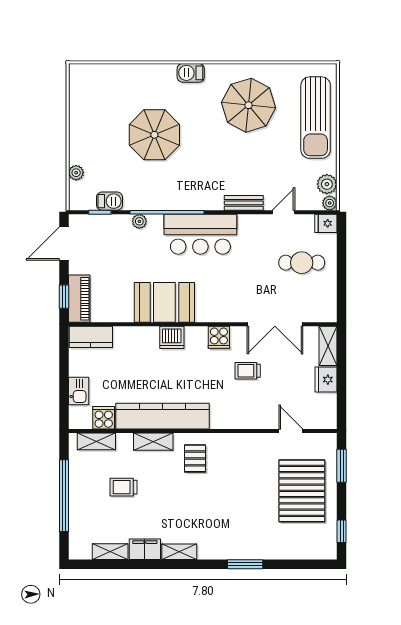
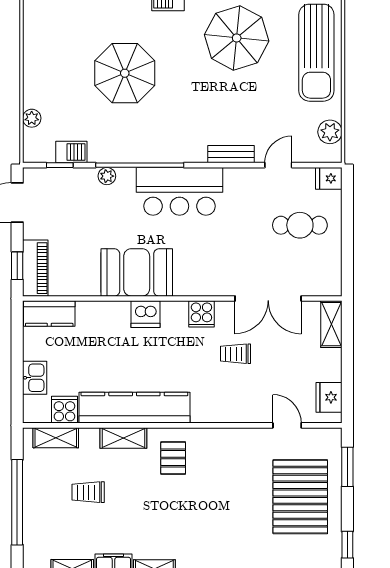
plant: (330, 203) -> (333, 154), removed
fridge: (326, 380) -> (329, 397), moved

